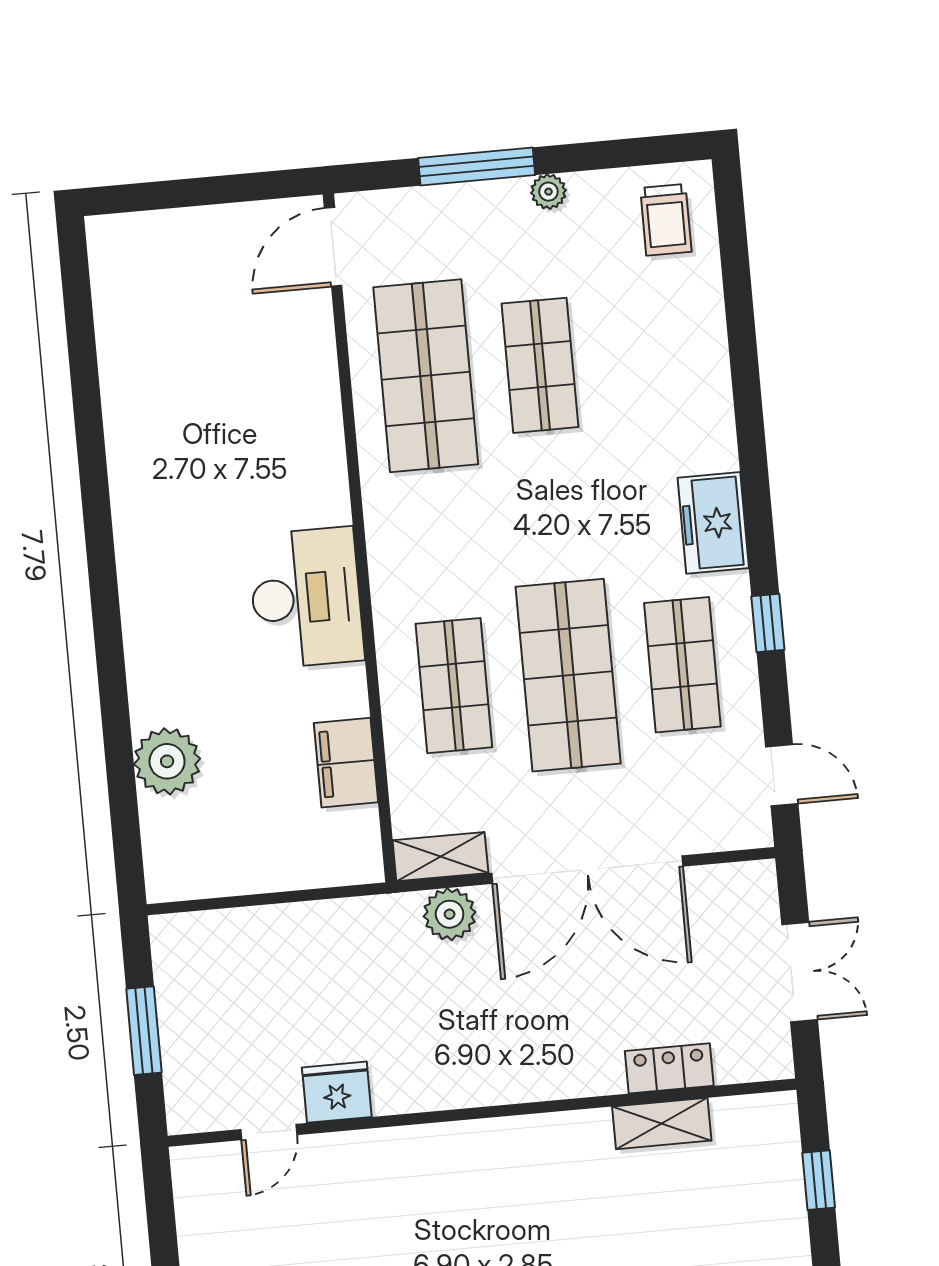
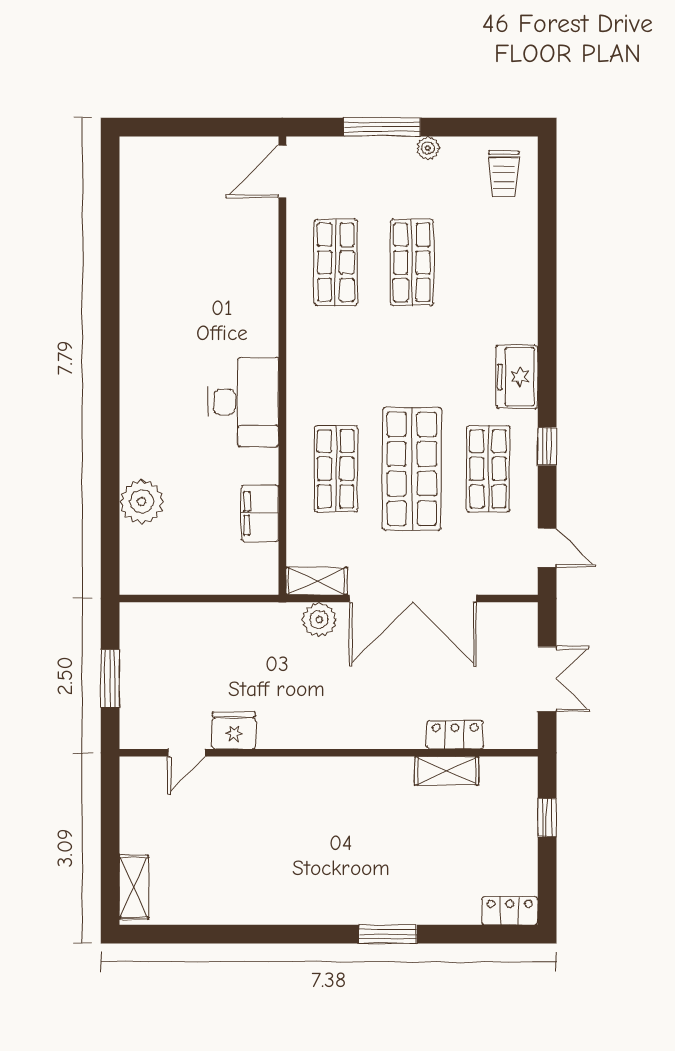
shop shelf: (426, 376) -> (336, 262), width x0.70, depth x0.74

